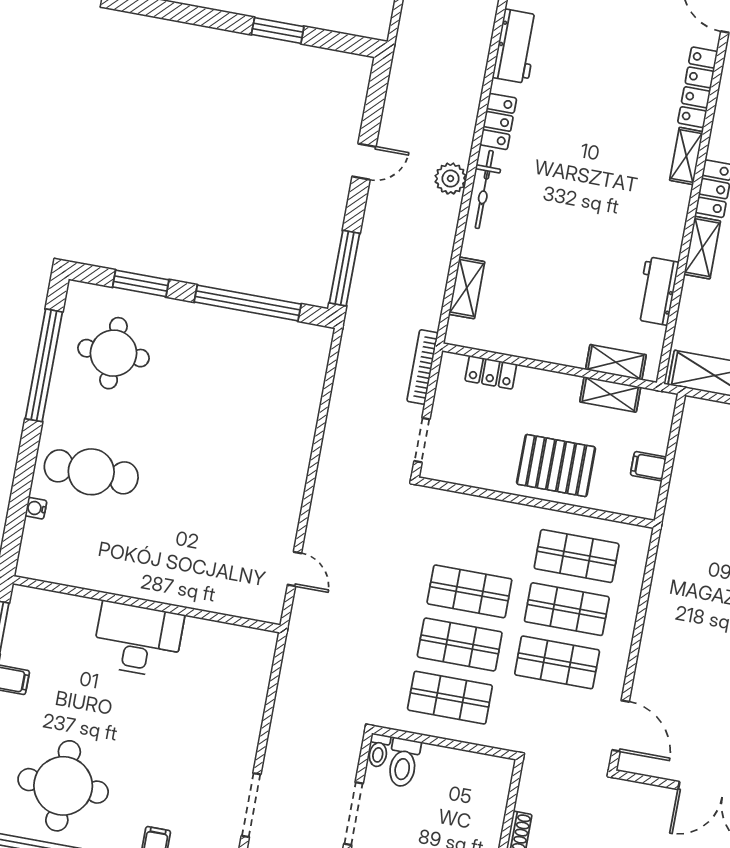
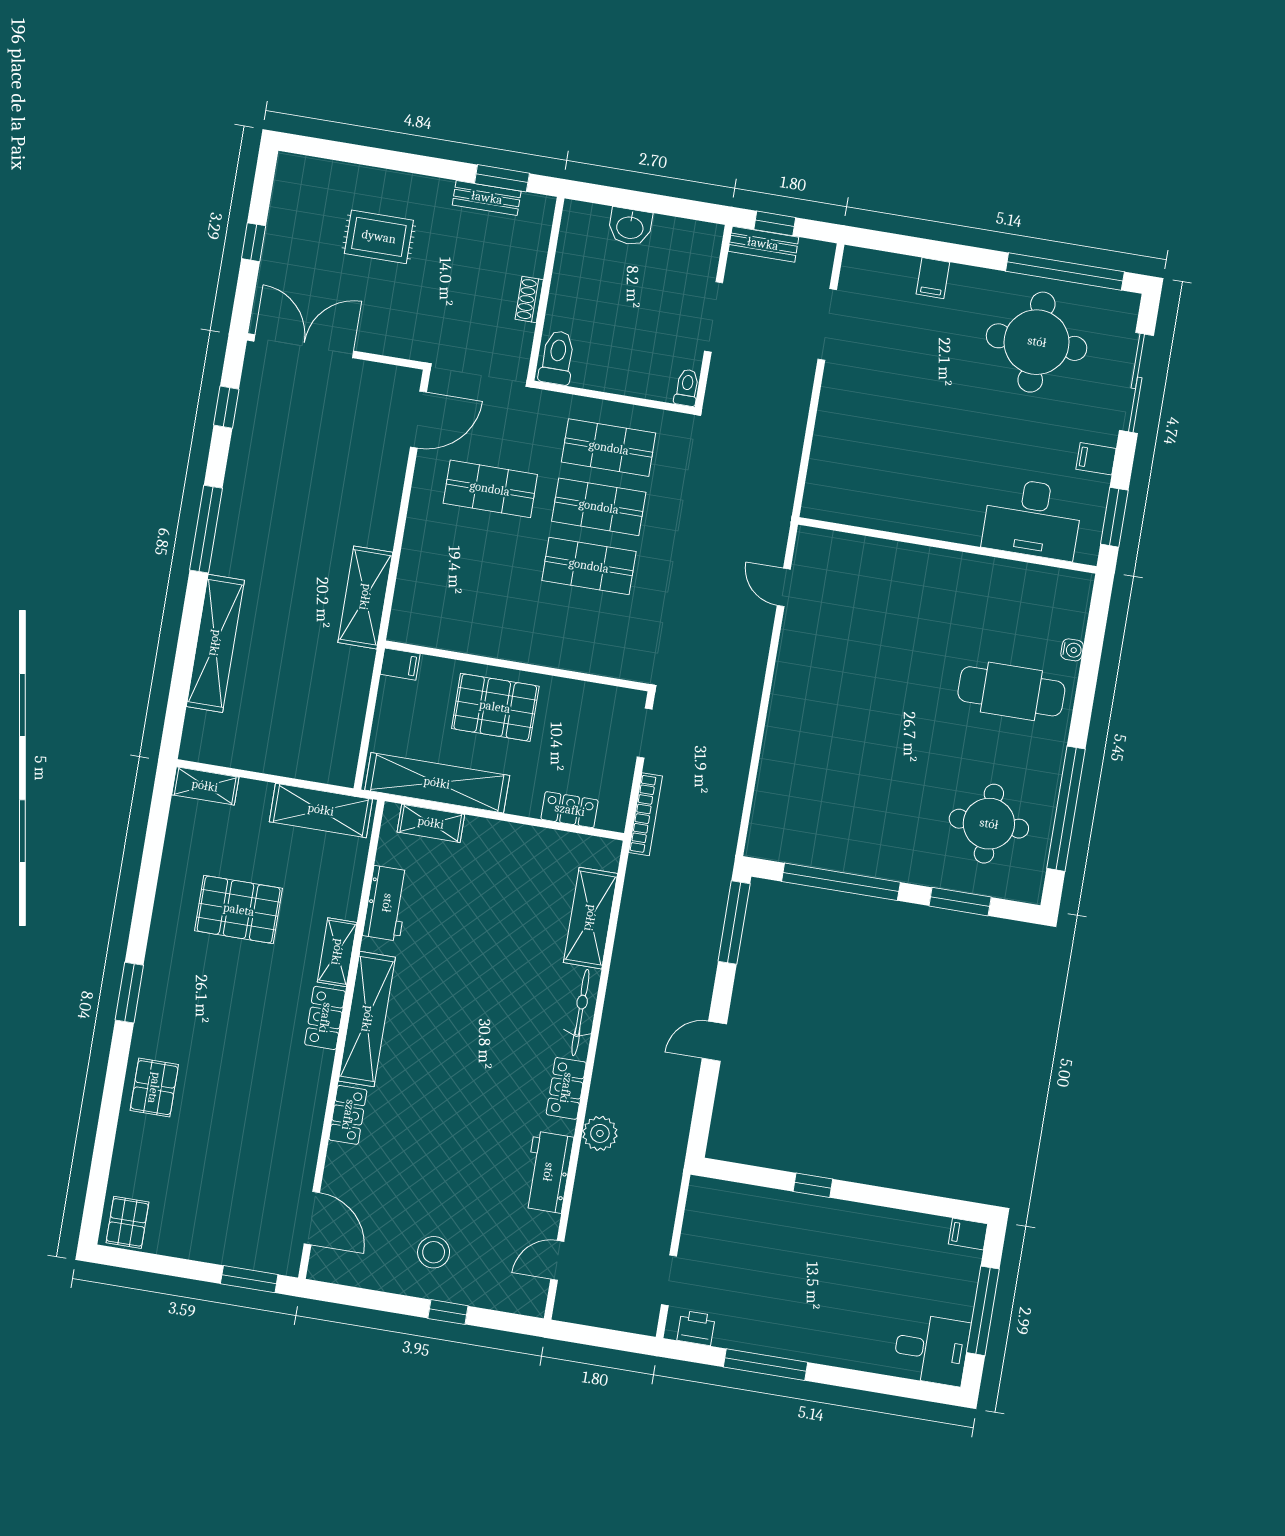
window: (278, 30) -> (813, 1185), width x0.67
locker: (698, 87) -> (348, 1115), width x0.66
shelving: (686, 156) -> (367, 1019), width x2.20, depth x1.33
plant: (451, 179) -> (600, 1133), moved
shelving: (467, 288) -> (590, 918), width x1.50, depth x1.33
shelving: (610, 394) -> (437, 783), width x2.20, depth x1.33
filing cabinet: (648, 466) -> (400, 664), moved
shop shelf: (577, 556) -> (471, 607), removed
shelving: (671, 567) -> (365, 597), added
shop shelf: (567, 609) -> (481, 548), removed
desk: (138, 640) -> (1032, 519), moved
door: (621, 726) -> (419, 420), swing flipped
toilet: (403, 763) -> (557, 358), moved

